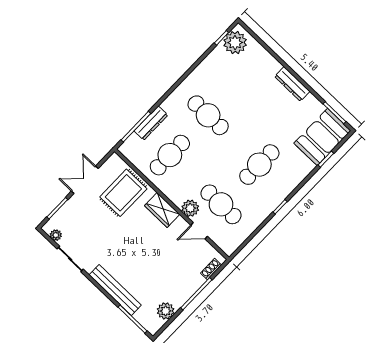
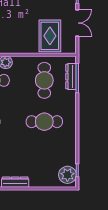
dresser: (151, 123) -> (71, 77), moved
wardrobe: (162, 210) -> (20, 47), removed

